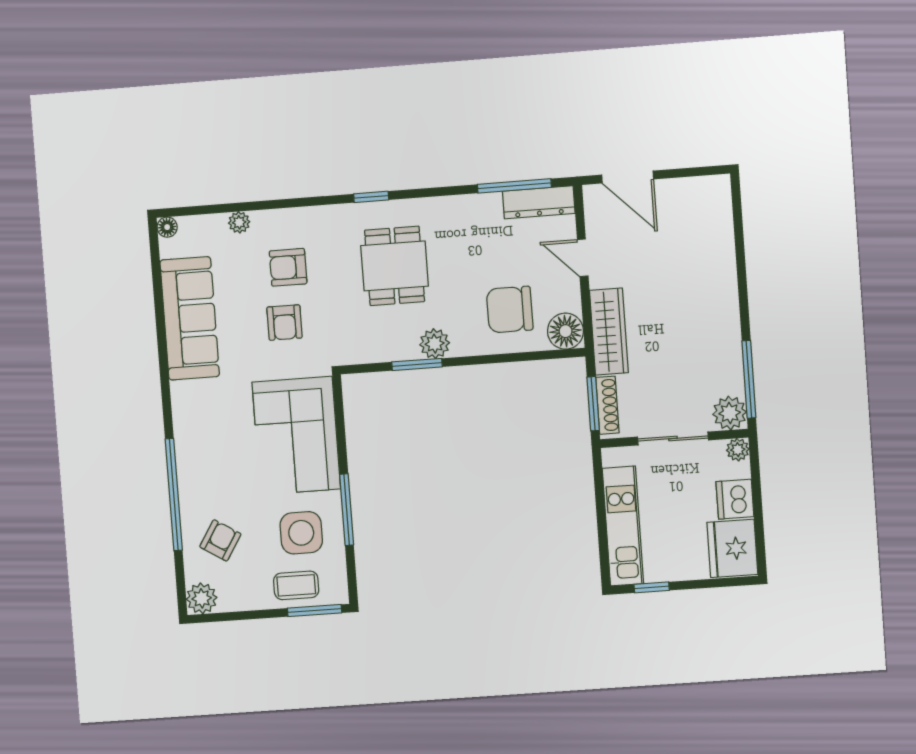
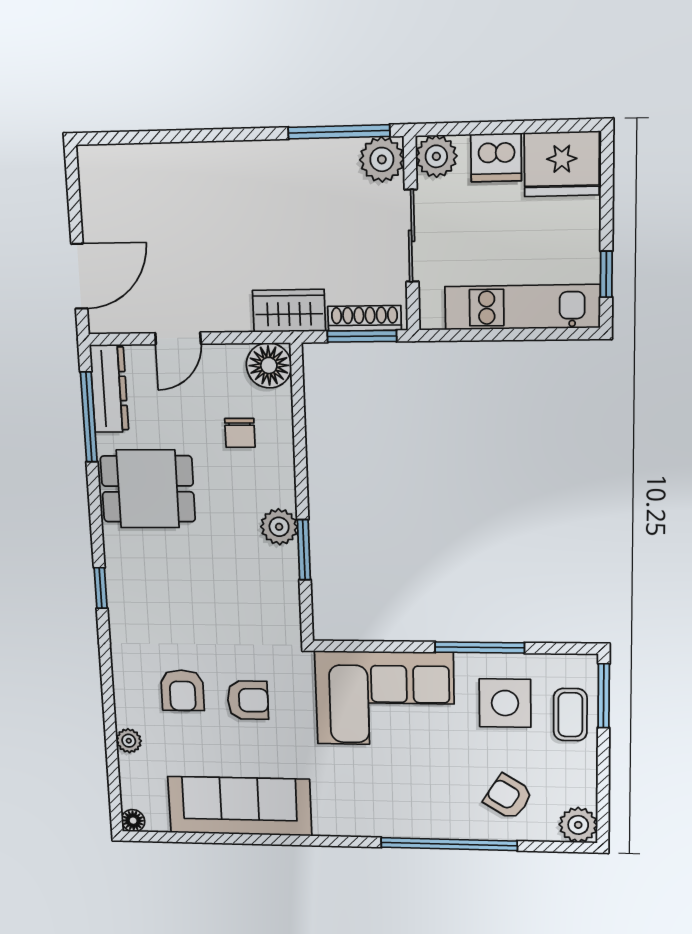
dining table: (395, 266) -> (148, 489), moved
chair: (510, 310) -> (240, 433), width x0.54, depth x0.54
wardrobe: (609, 332) -> (289, 311), width x0.67
plant: (738, 450) -> (436, 156), width x1.38, depth x1.38

